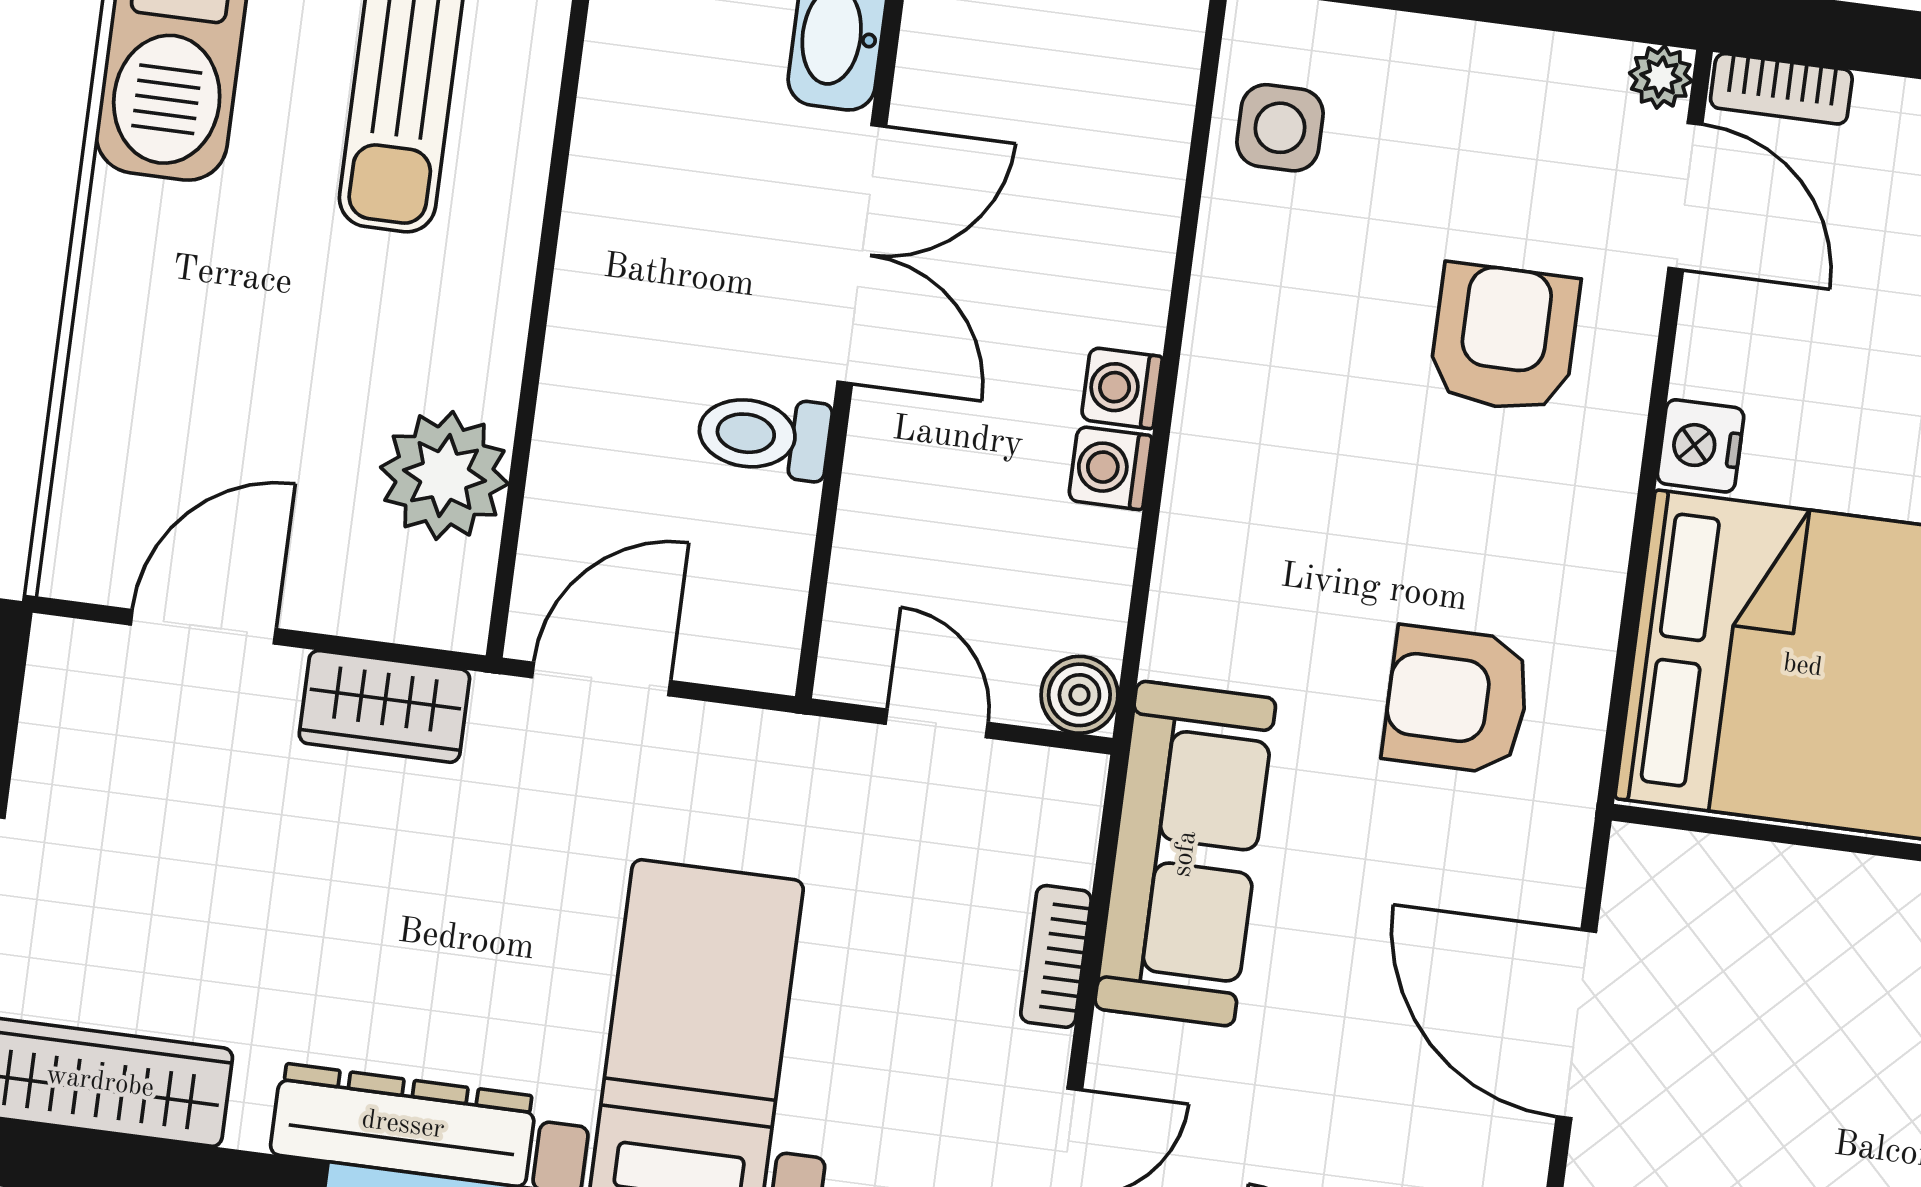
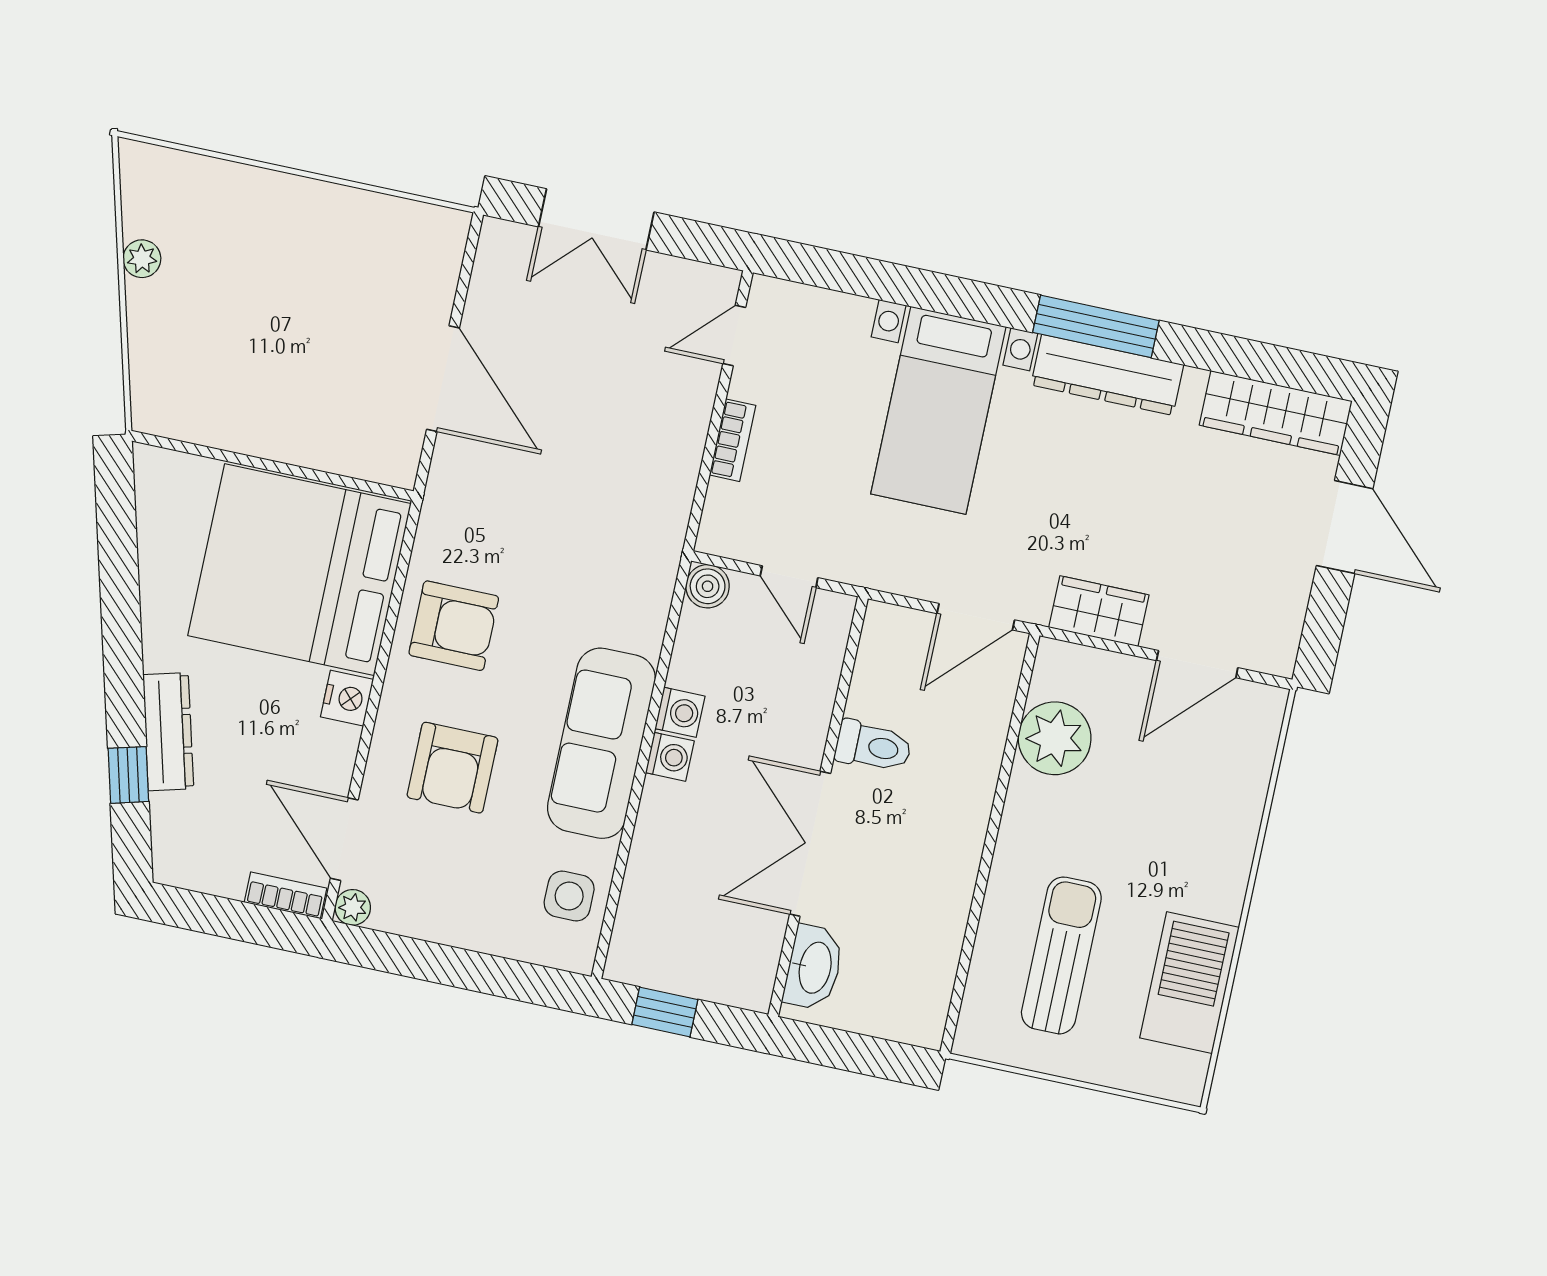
armchair: (1457, 700) -> (454, 626), moved
sofa: (1185, 854) -> (601, 743), moved

